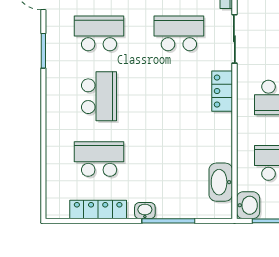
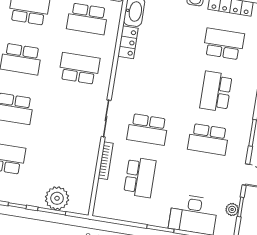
locker: (222, 91) -> (128, 42), moved
school desk: (99, 159) -> (224, 44), turned 180

